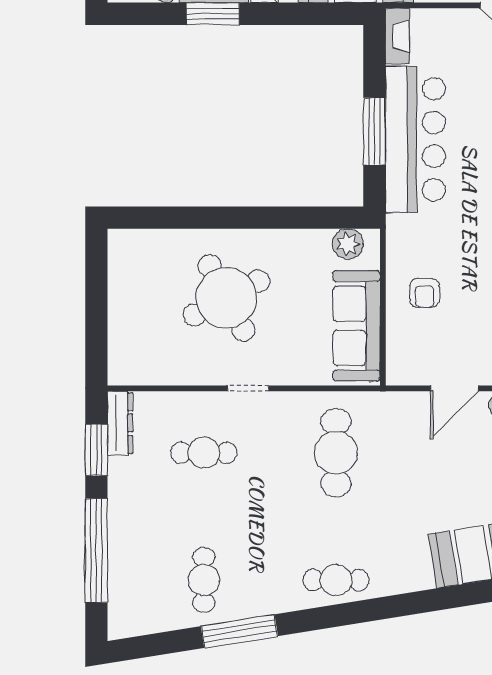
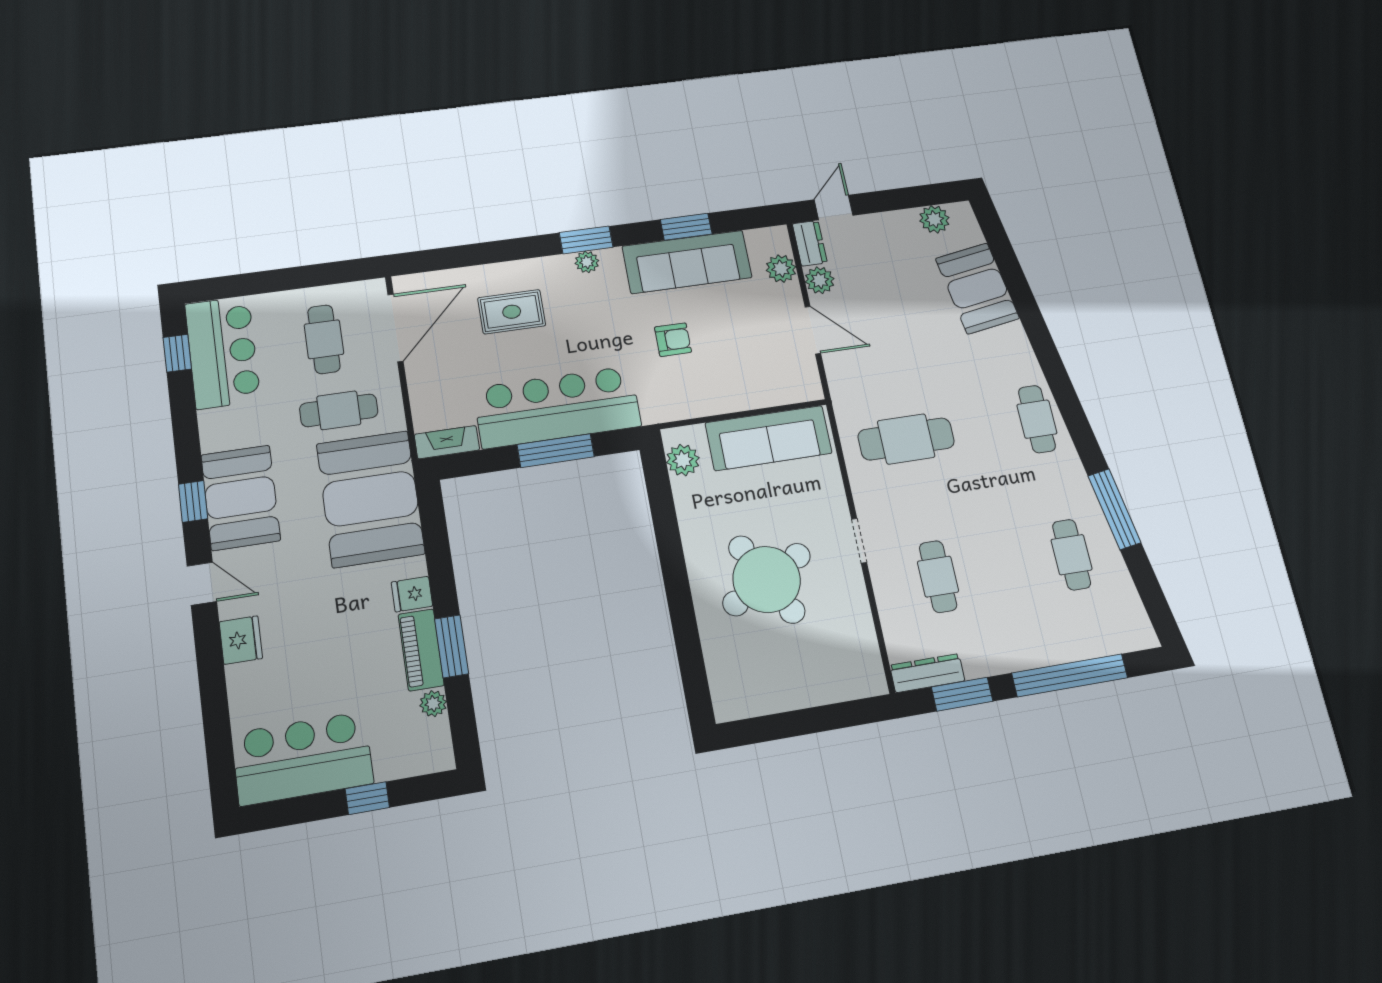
armchair: (425, 293) -> (673, 340), moved
cafe table: (204, 580) -> (1072, 555), turned 90

